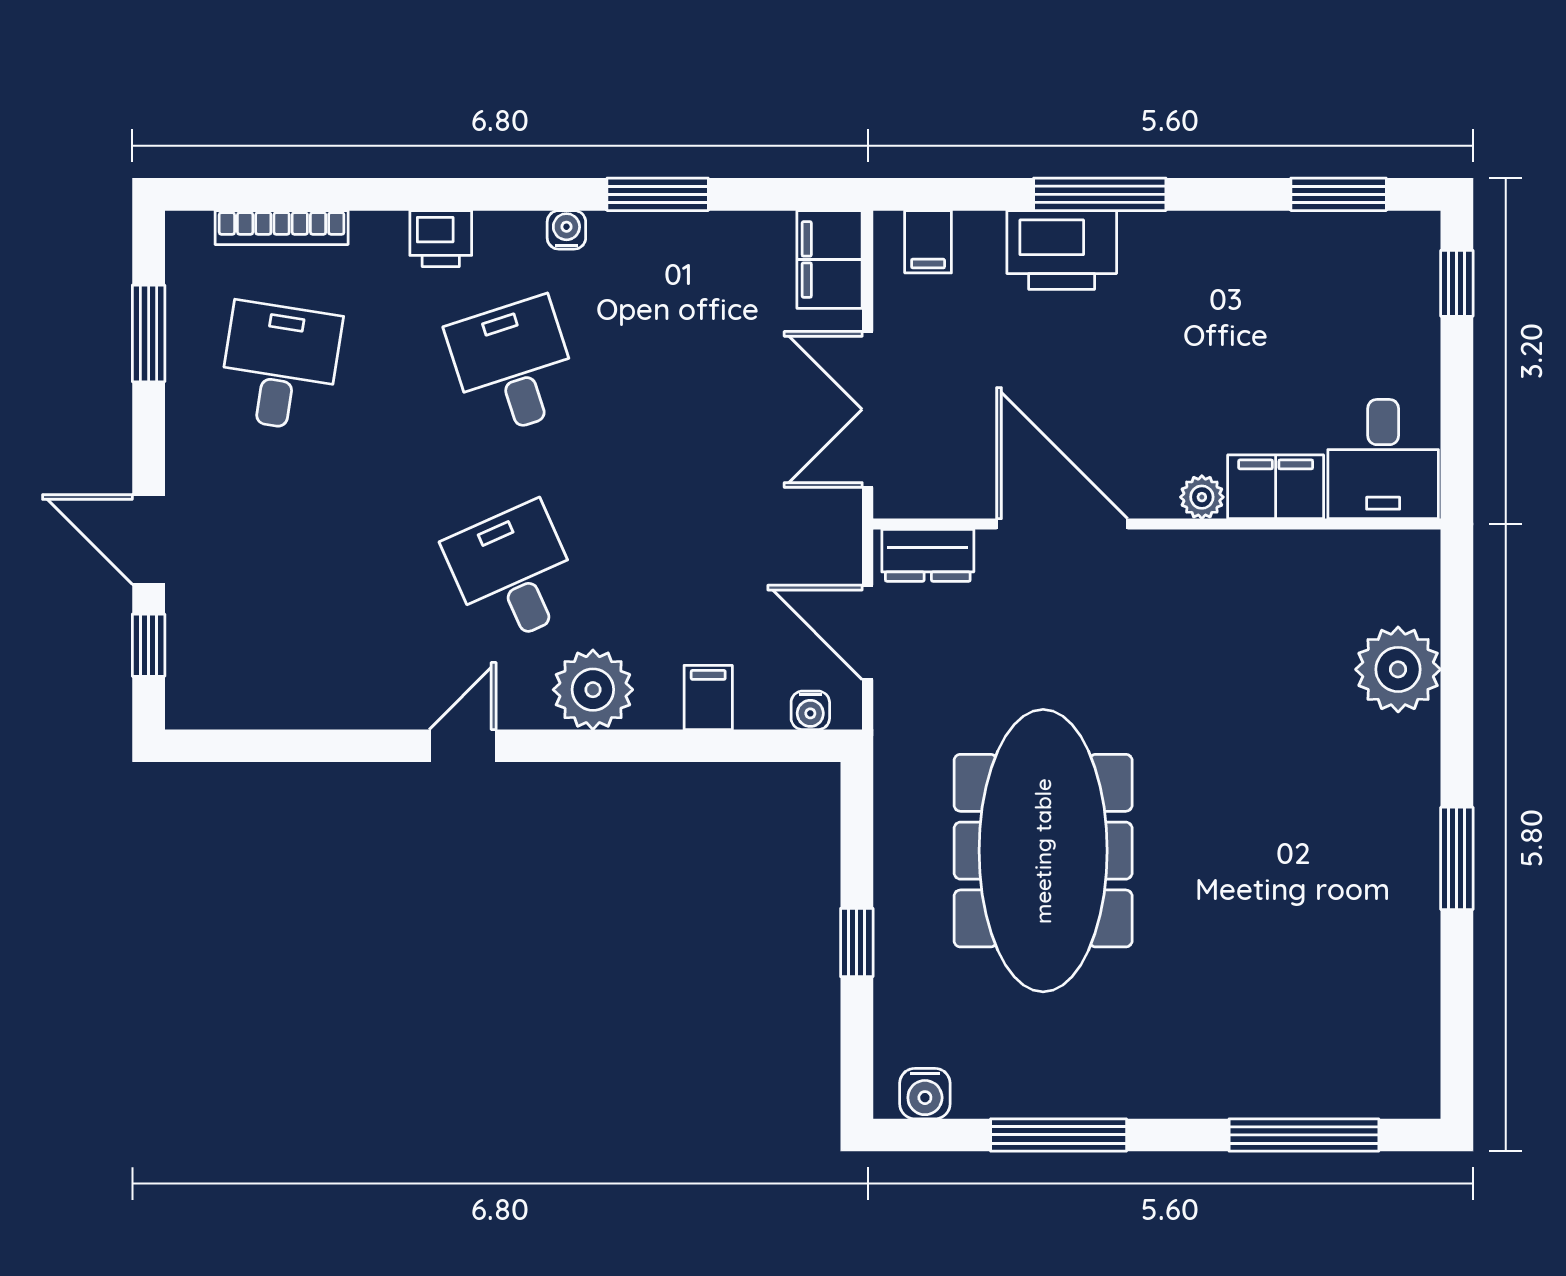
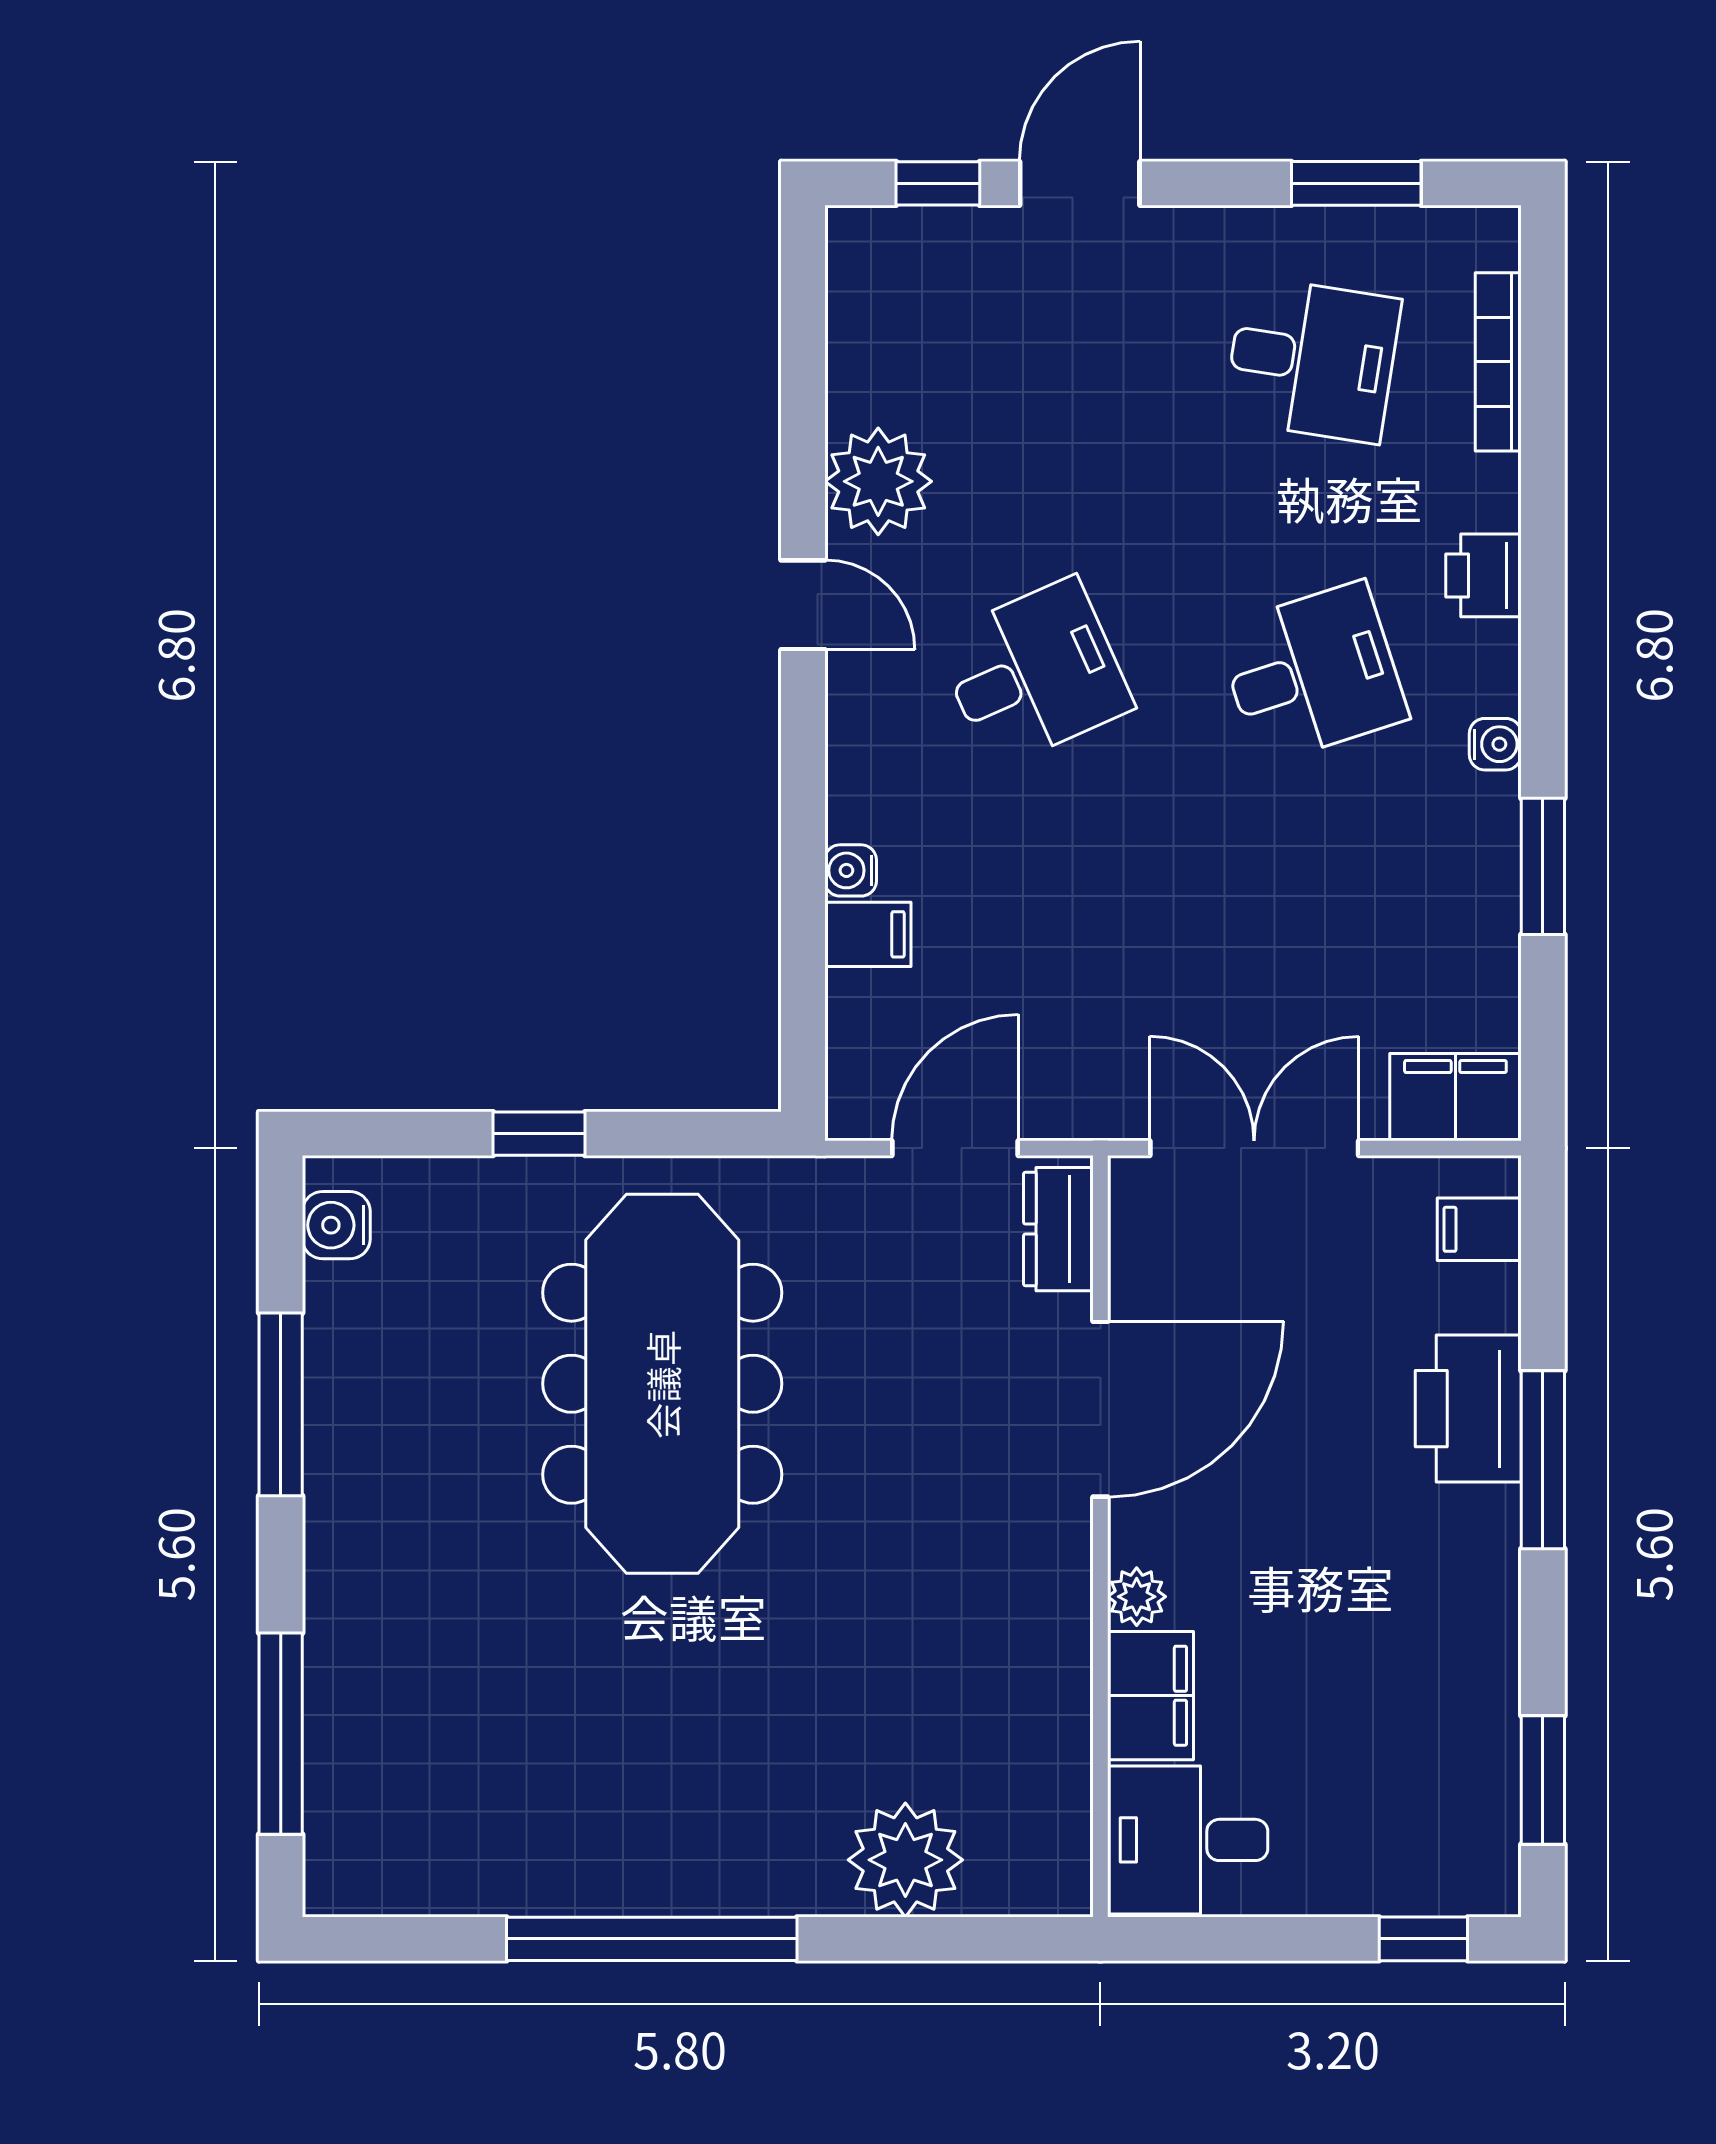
plant: (593, 690) -> (878, 481), moved
water cooler: (810, 710) -> (851, 870), moved
meeting table: (1043, 851) -> (662, 1384), turned 90
window: (1457, 858) -> (652, 1939), width x2.11

